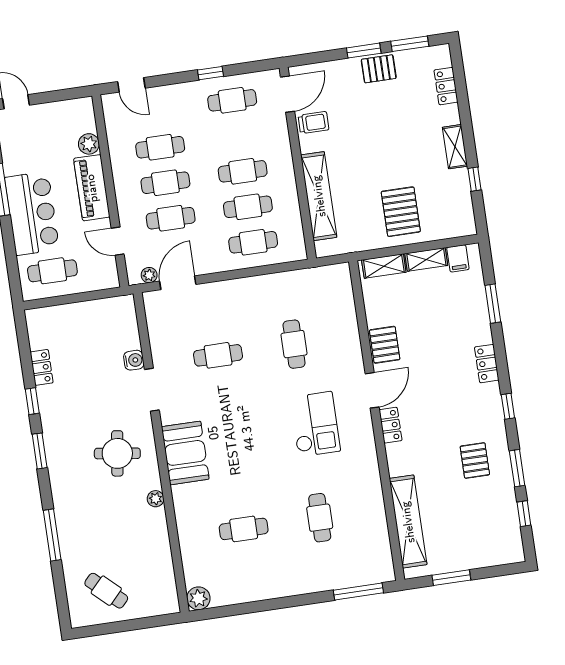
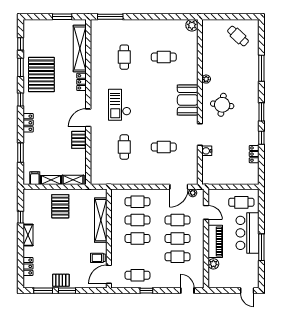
locker: (391, 425) -> (82, 82), moved
pallet: (475, 460) -> (41, 74), width x2.05, depth x2.00

